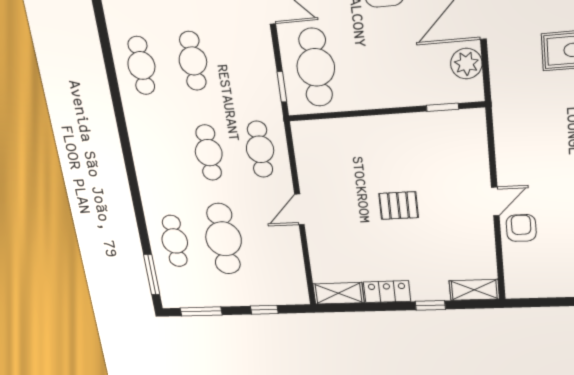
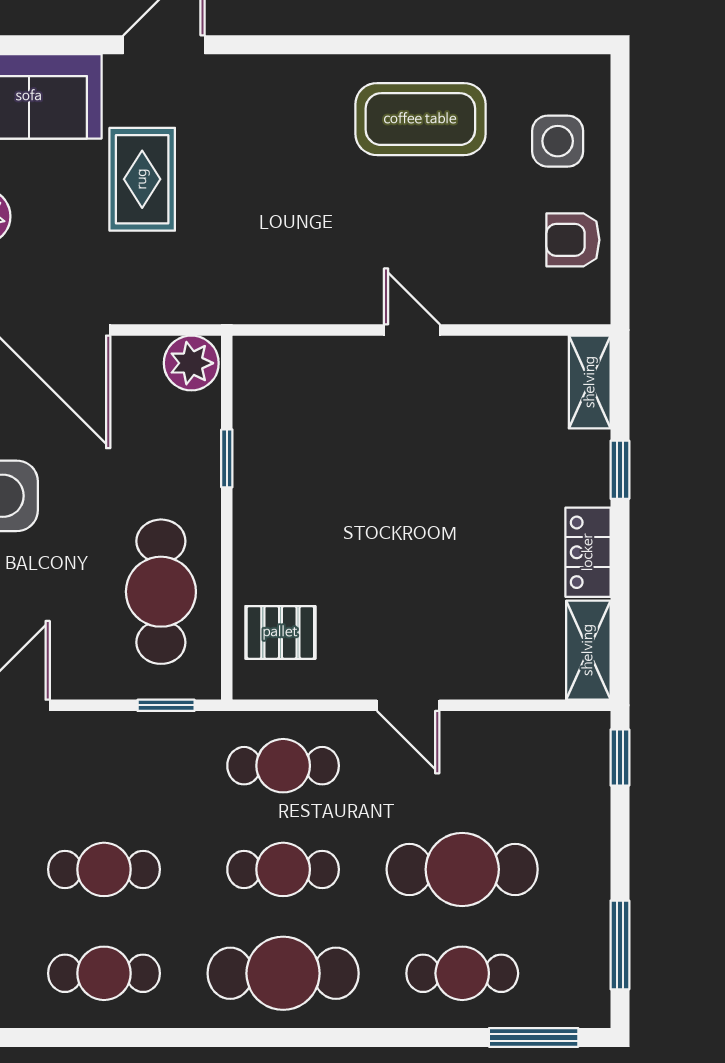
plant: (466, 64) -> (191, 363), moved
cafe table: (316, 67) -> (161, 592), moved, turned 90
window: (443, 107) -> (227, 458), moved
cafe table: (159, 156) -> (283, 973), added
pallet: (399, 206) -> (280, 632), moved, turned 90
armchair: (521, 228) -> (573, 240), moved
window: (264, 310) -> (620, 757), moved

